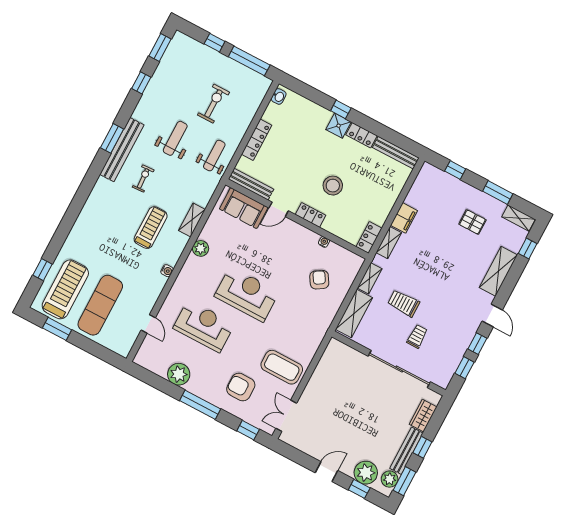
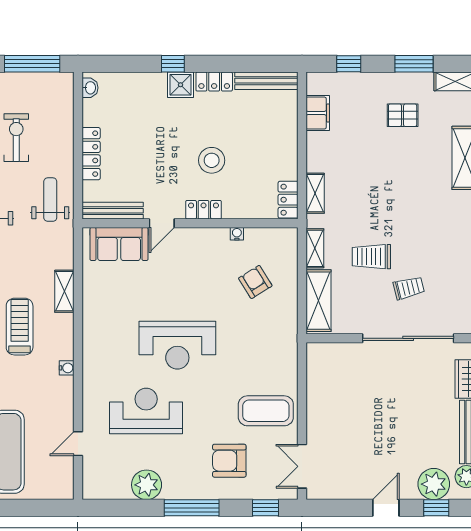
filing cabinet: (404, 218) -> (318, 113), moved
plant: (201, 248) -> (93, 320), removed
reception desk: (247, 294) -> (177, 345), turned 180
door: (148, 324) -> (78, 444), swing flipped
trolley: (417, 336) -> (409, 288), turned 76

